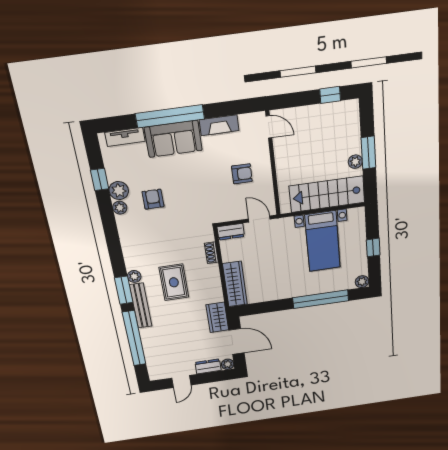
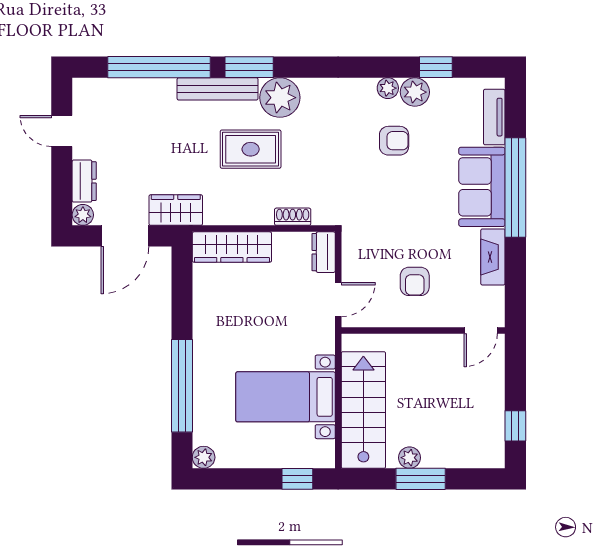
window: (373, 248) -> (297, 479), moved
plant: (134, 276) -> (280, 98), width x1.87, depth x1.87

